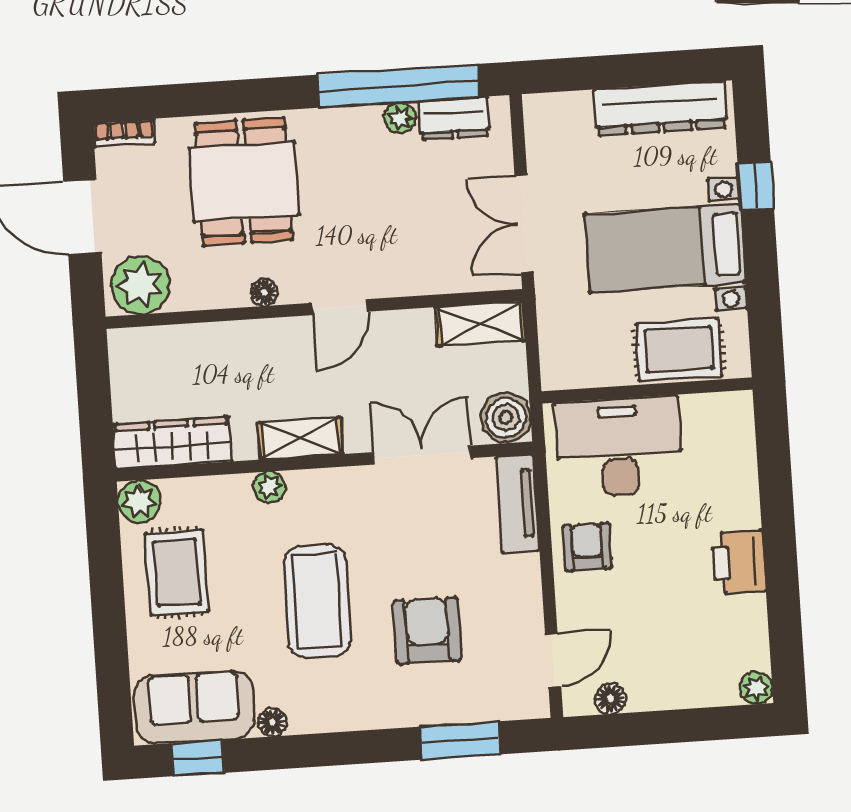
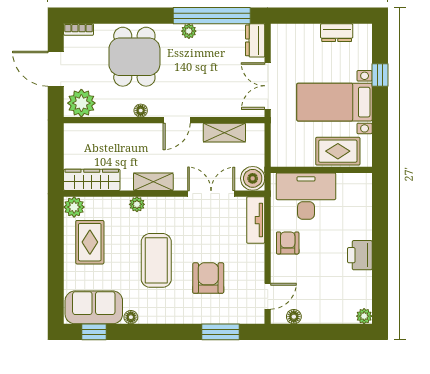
dresser: (660, 108) -> (337, 33), width x0.51, depth x0.80
plant: (400, 118) -> (189, 31), moved
dresser: (454, 118) -> (255, 40), moved, turned 90
shelving: (480, 324) -> (224, 133), moved

